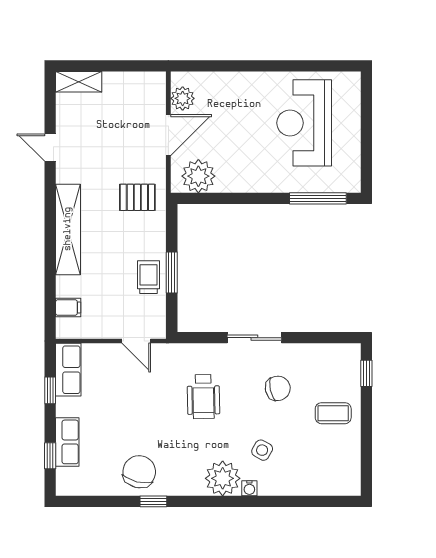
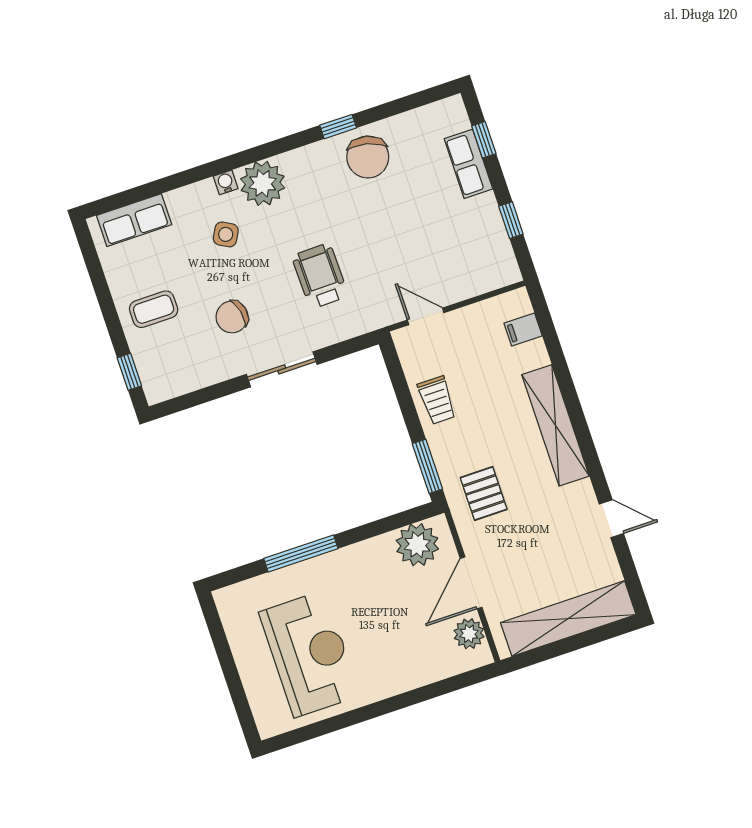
shelving: (79, 82) -> (568, 619), width x2.20, depth x1.33
pallet: (137, 197) -> (484, 494), turned 90
window: (318, 198) -> (301, 554), moved
window: (172, 272) -> (427, 466), moved
row of seats: (68, 370) -> (134, 220), moved, turned -90

